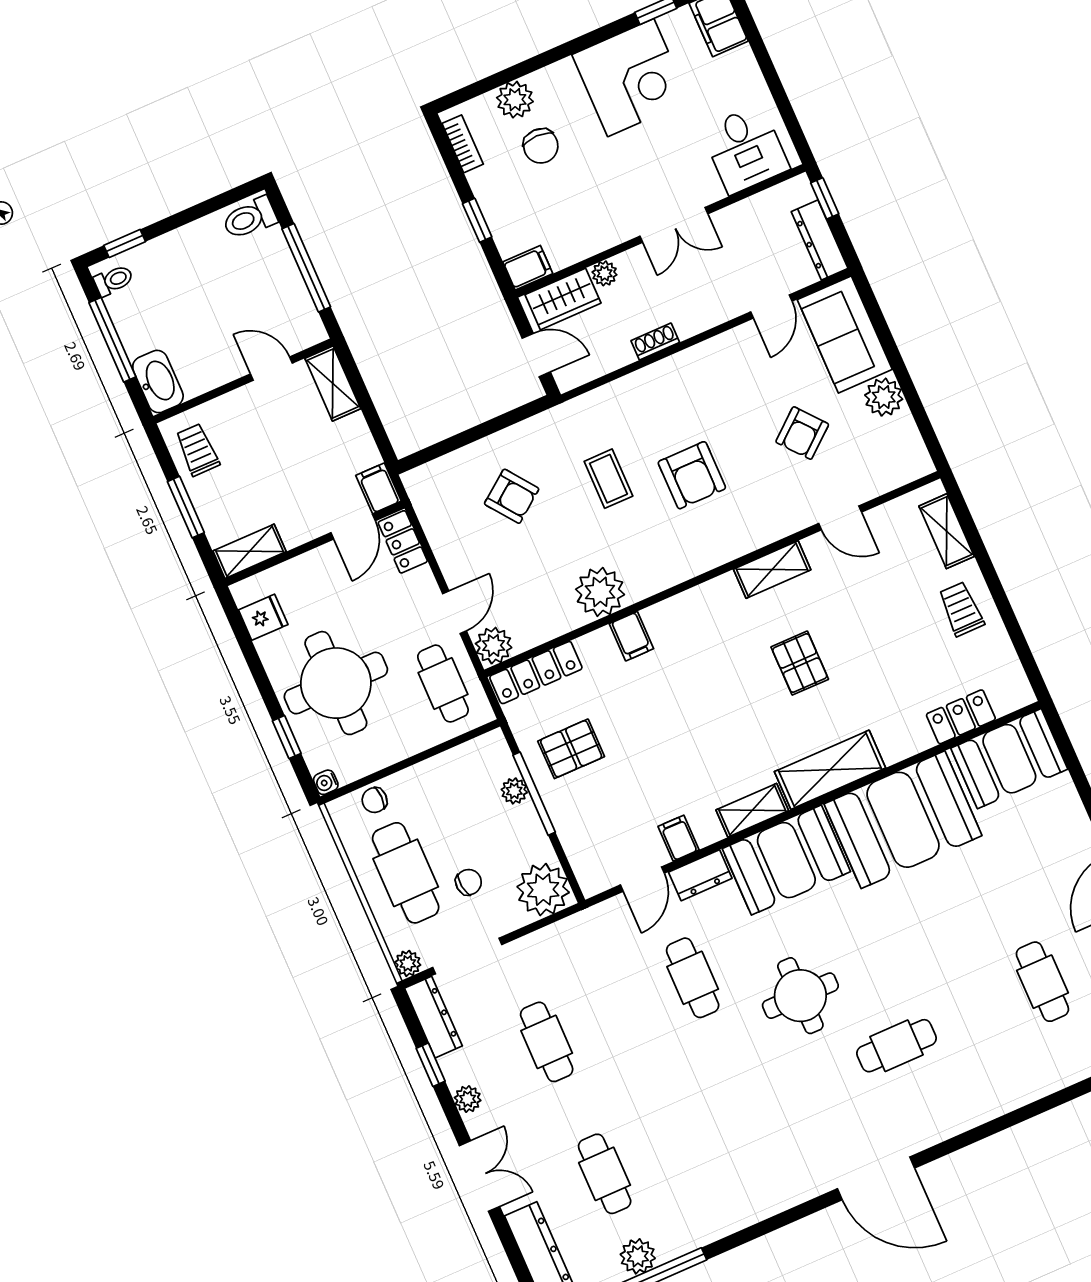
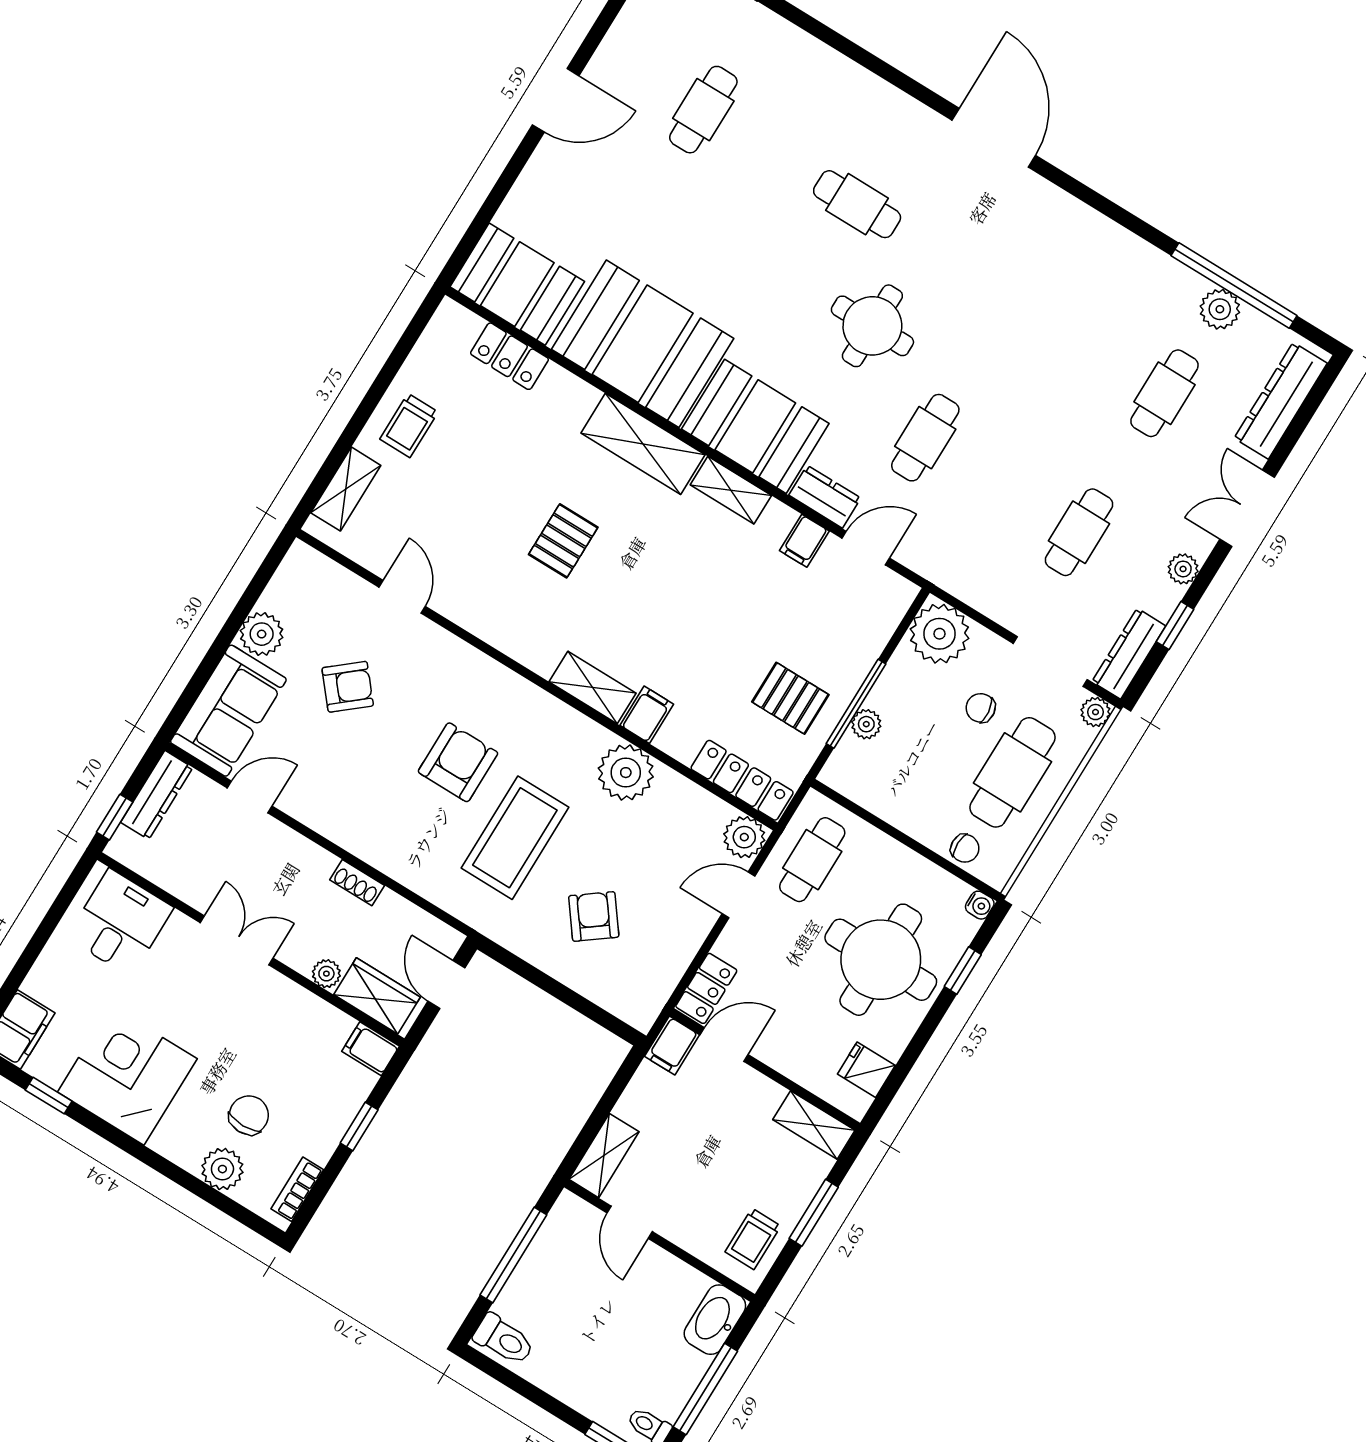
coffee table: (608, 479) -> (515, 838), width x1.86, depth x1.72
shelving: (772, 569) -> (593, 687), moved

